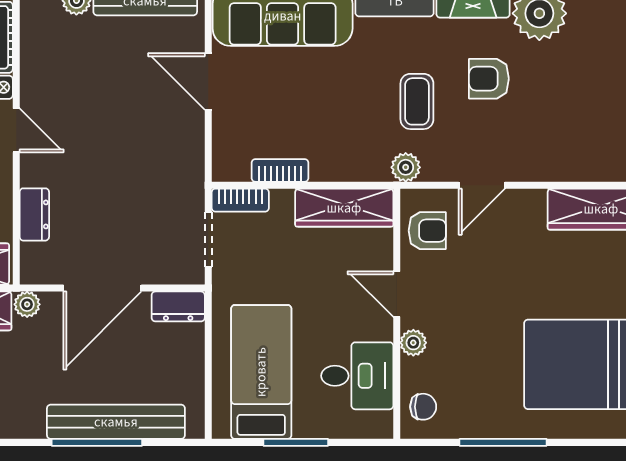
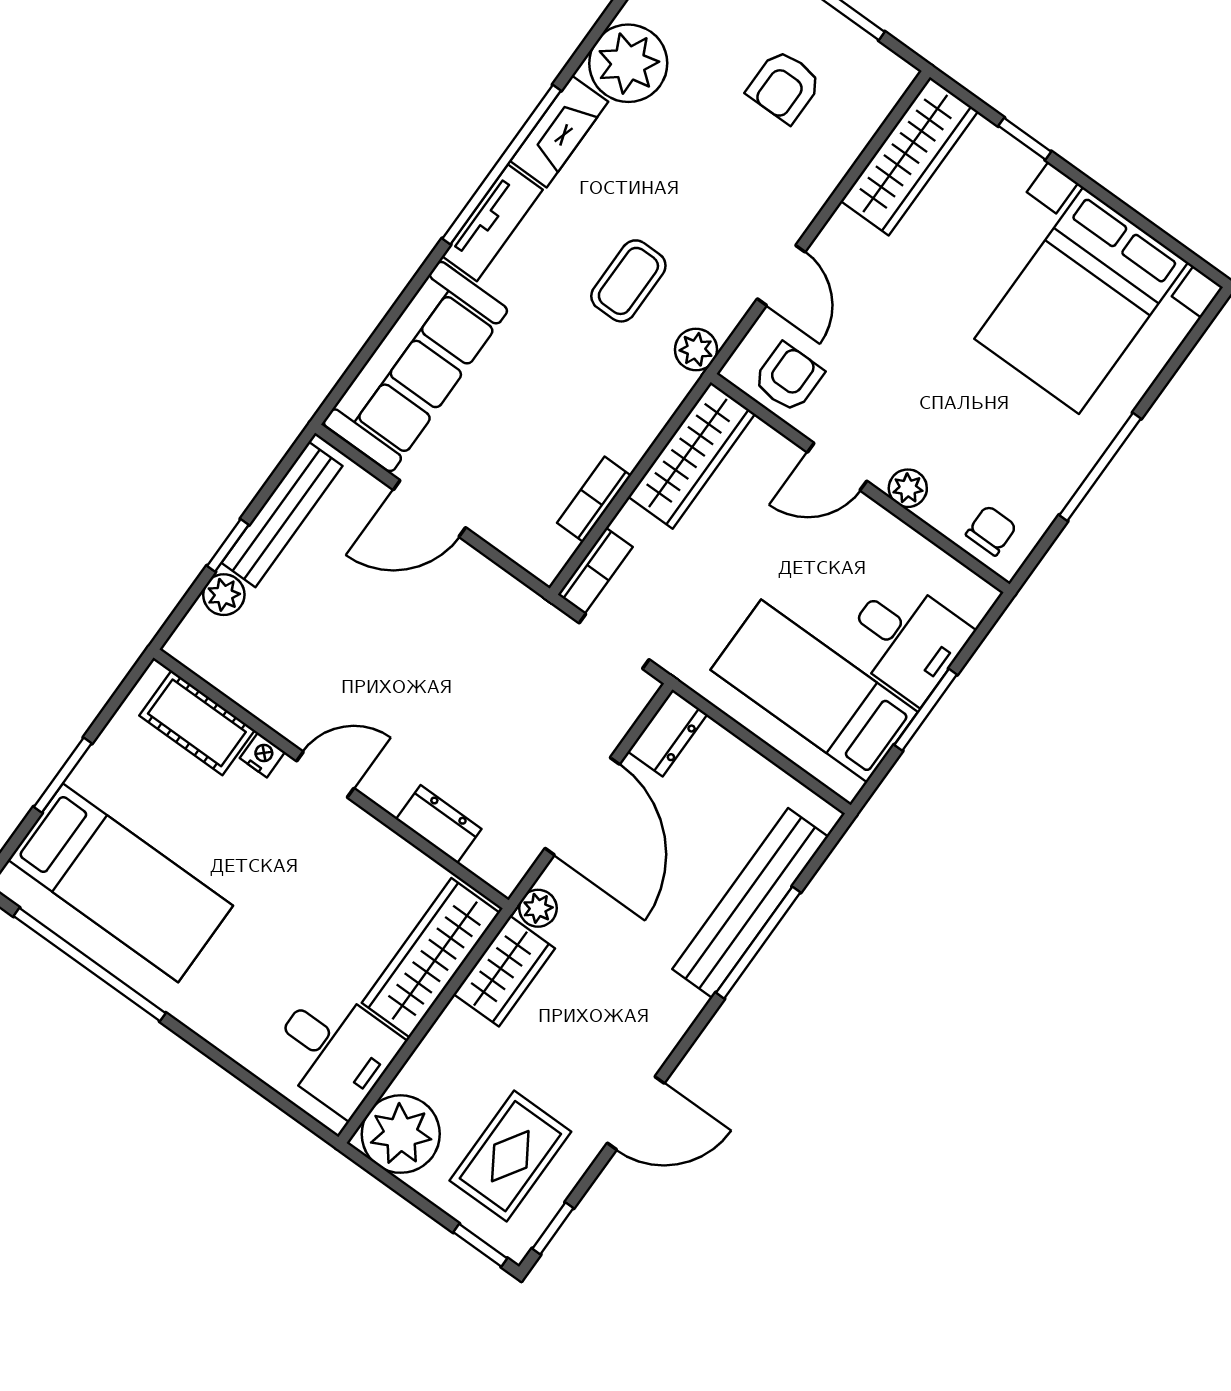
armchair: (489, 79) -> (784, 86), moved
coffee table: (417, 101) -> (628, 281), turned 90
desk: (357, 376) -> (906, 639), moved, turned 90

